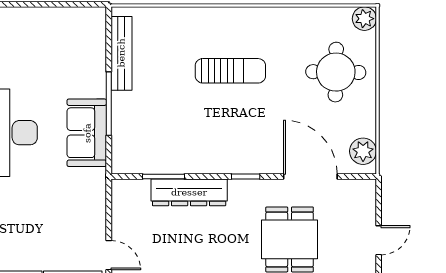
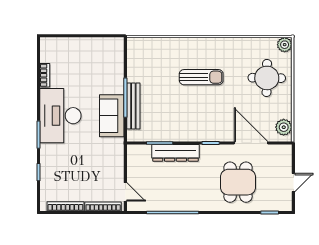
bench: (121, 53) -> (133, 106), moved

